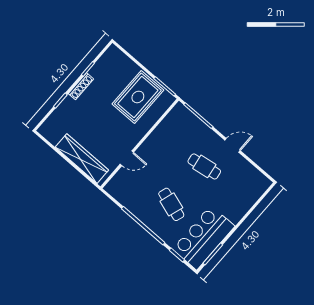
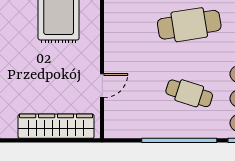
cafe table: (204, 166) -> (189, 25), width x1.37, depth x1.35

